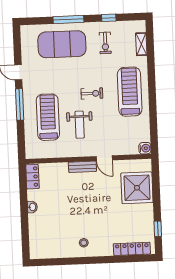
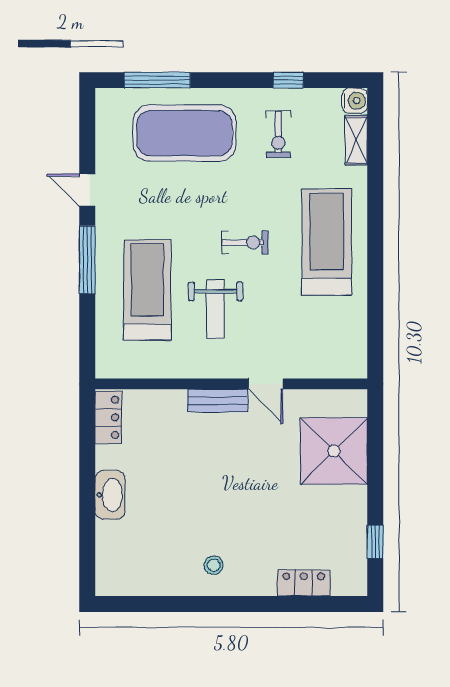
window: (68, 20) -> (157, 80), moved
water cooler: (145, 148) -> (355, 101), moved
washbasin: (32, 207) -> (110, 495), width x1.91, depth x1.45
locker: (132, 249) -> (304, 583), width x0.66

